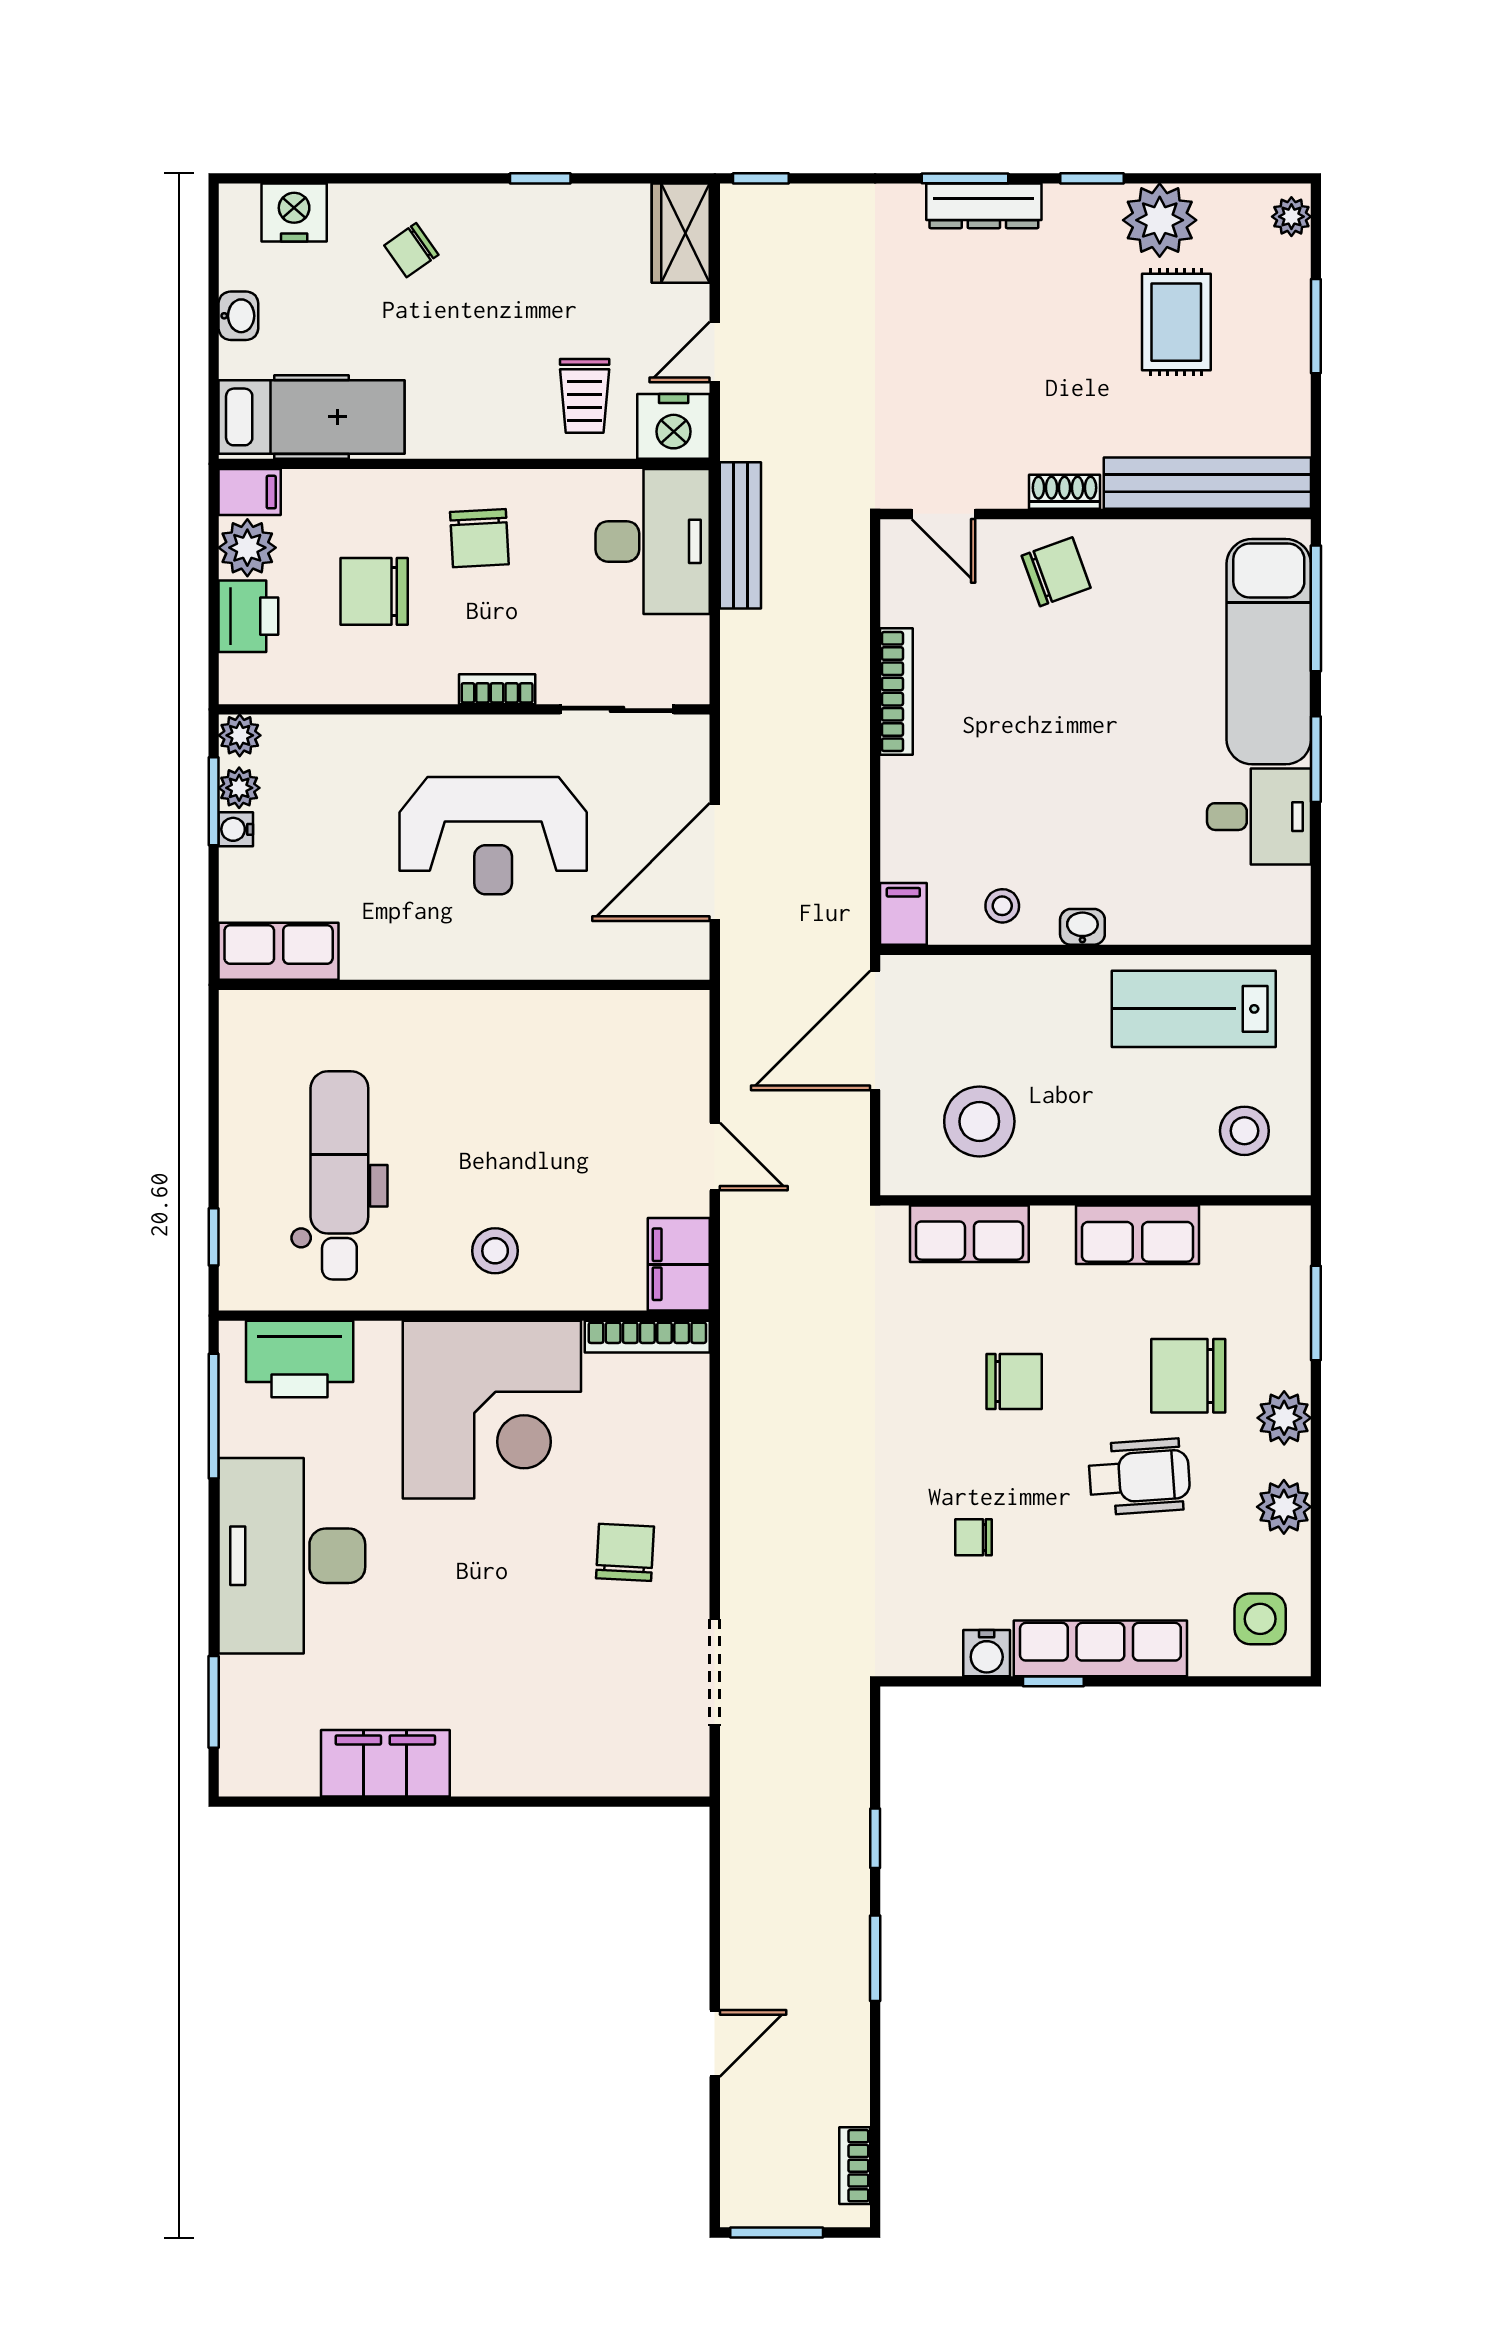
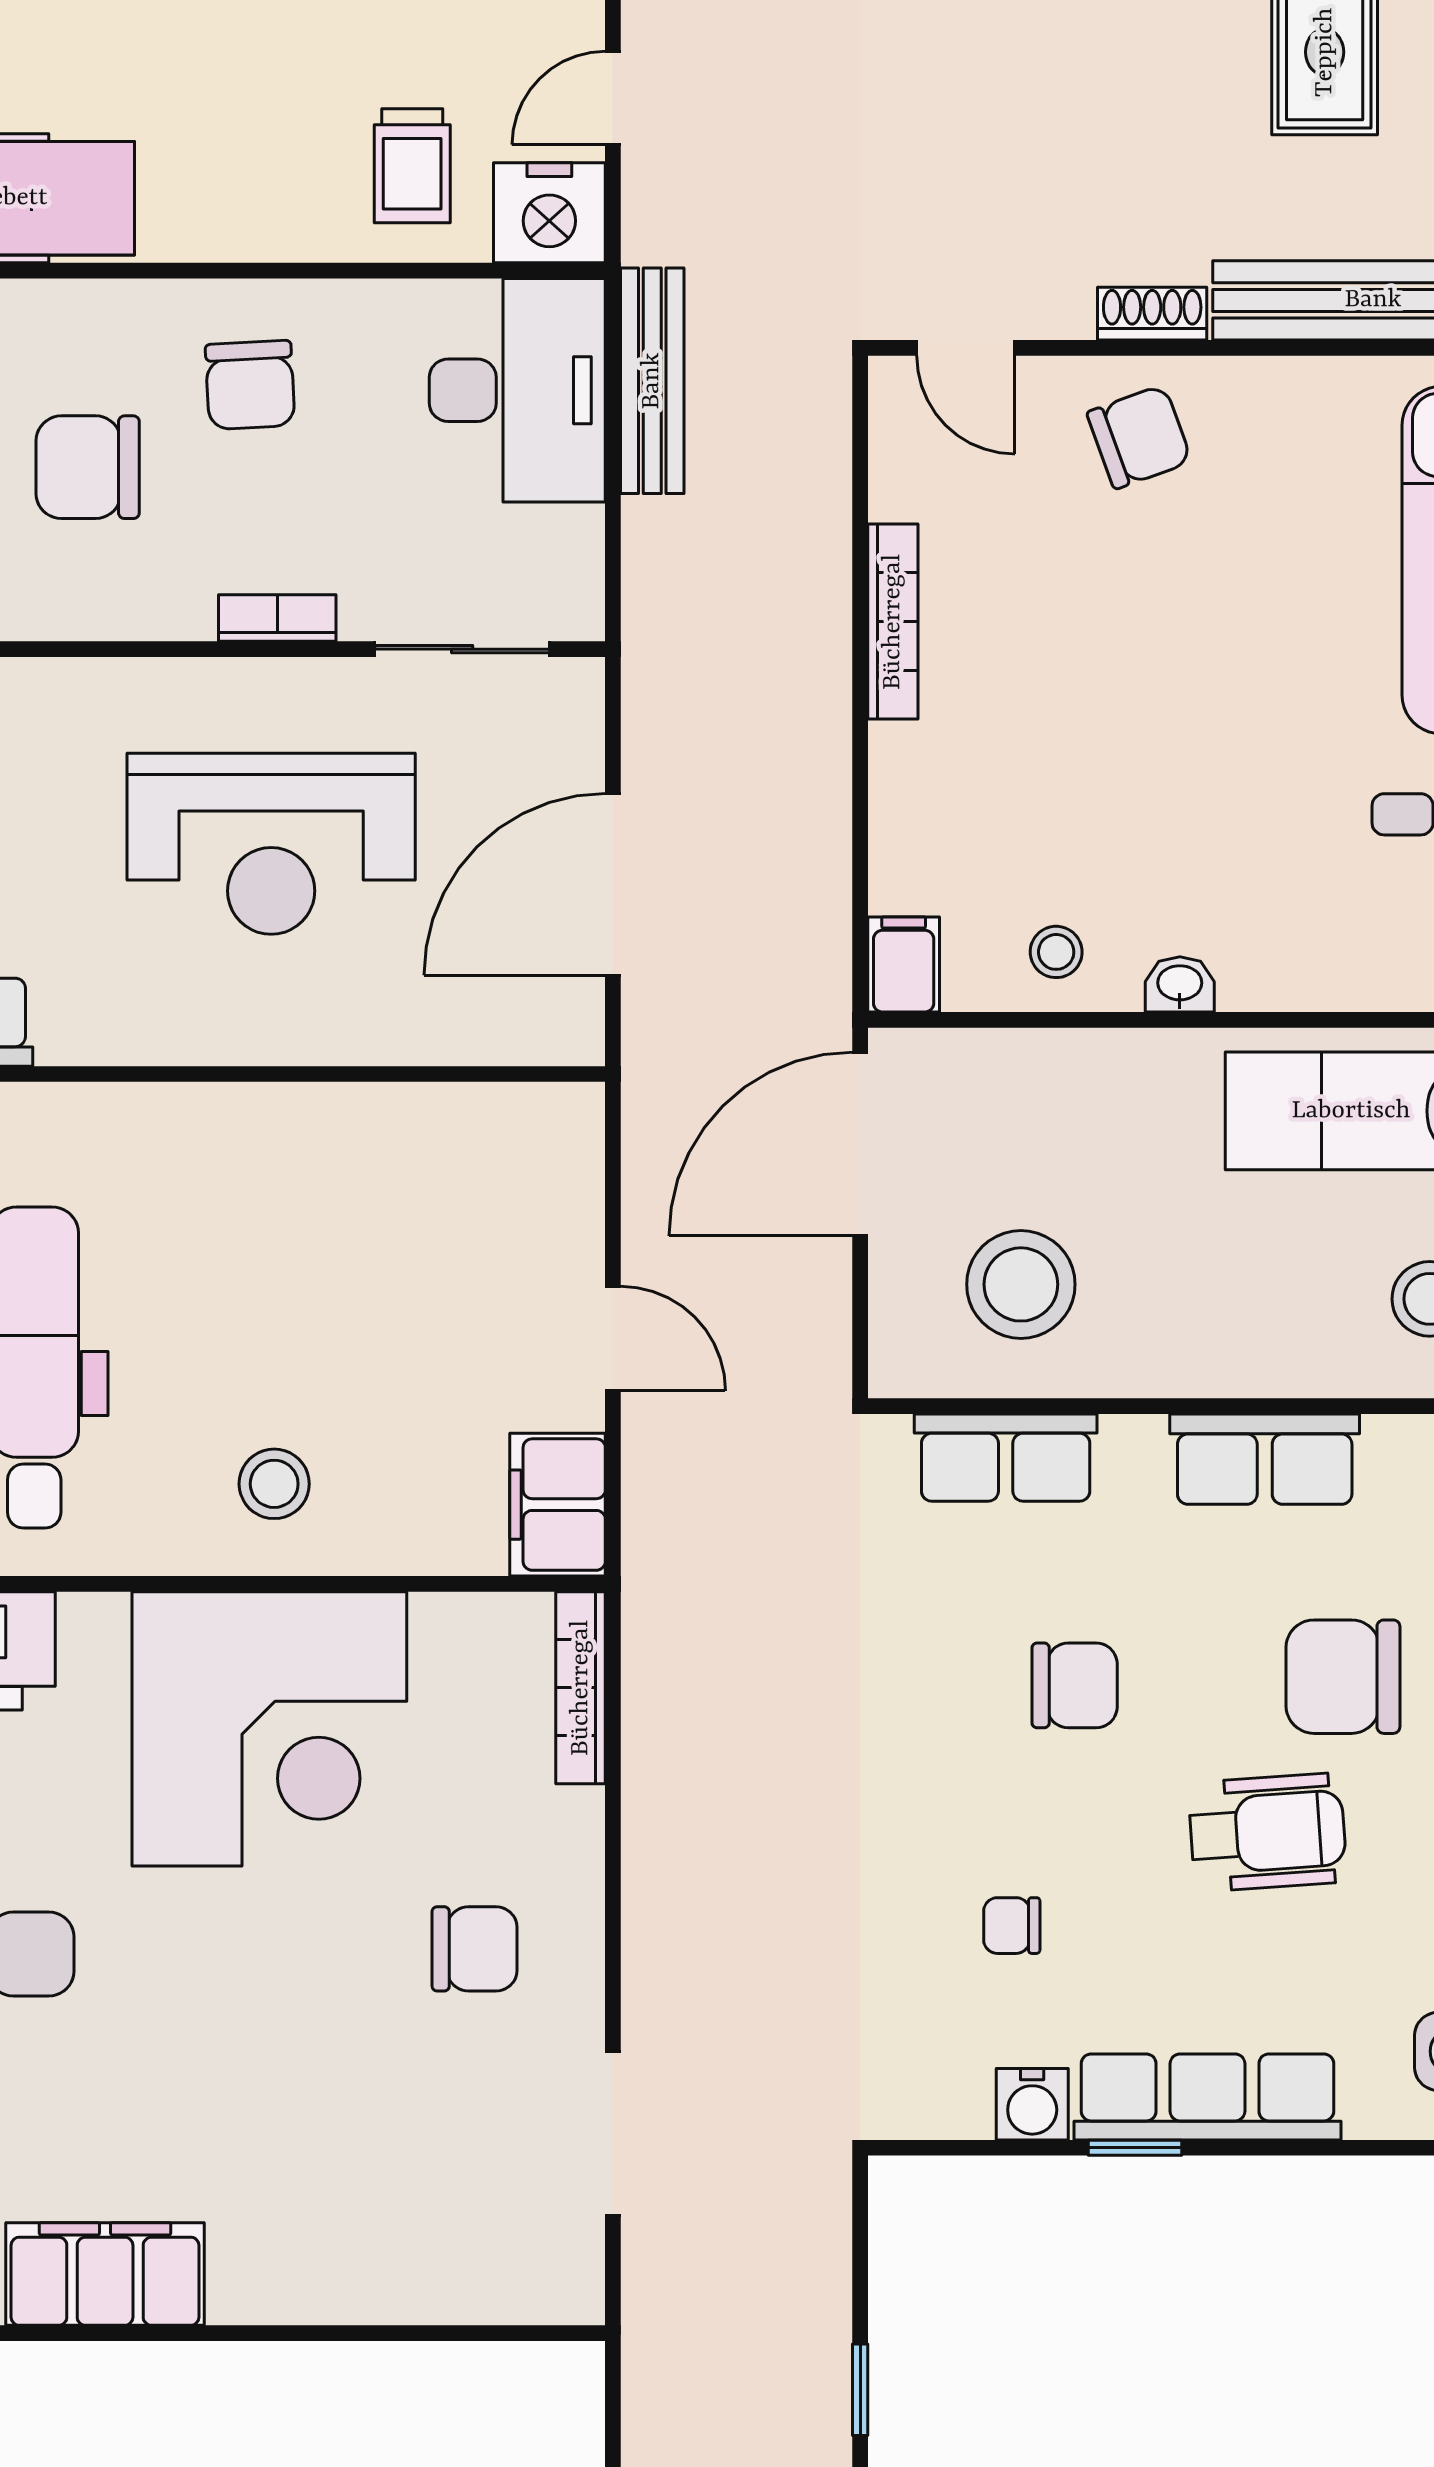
bookcase: (647, 1337) -> (581, 1688), moved, turned 90
chair: (625, 1552) -> (475, 1949), turned 87

